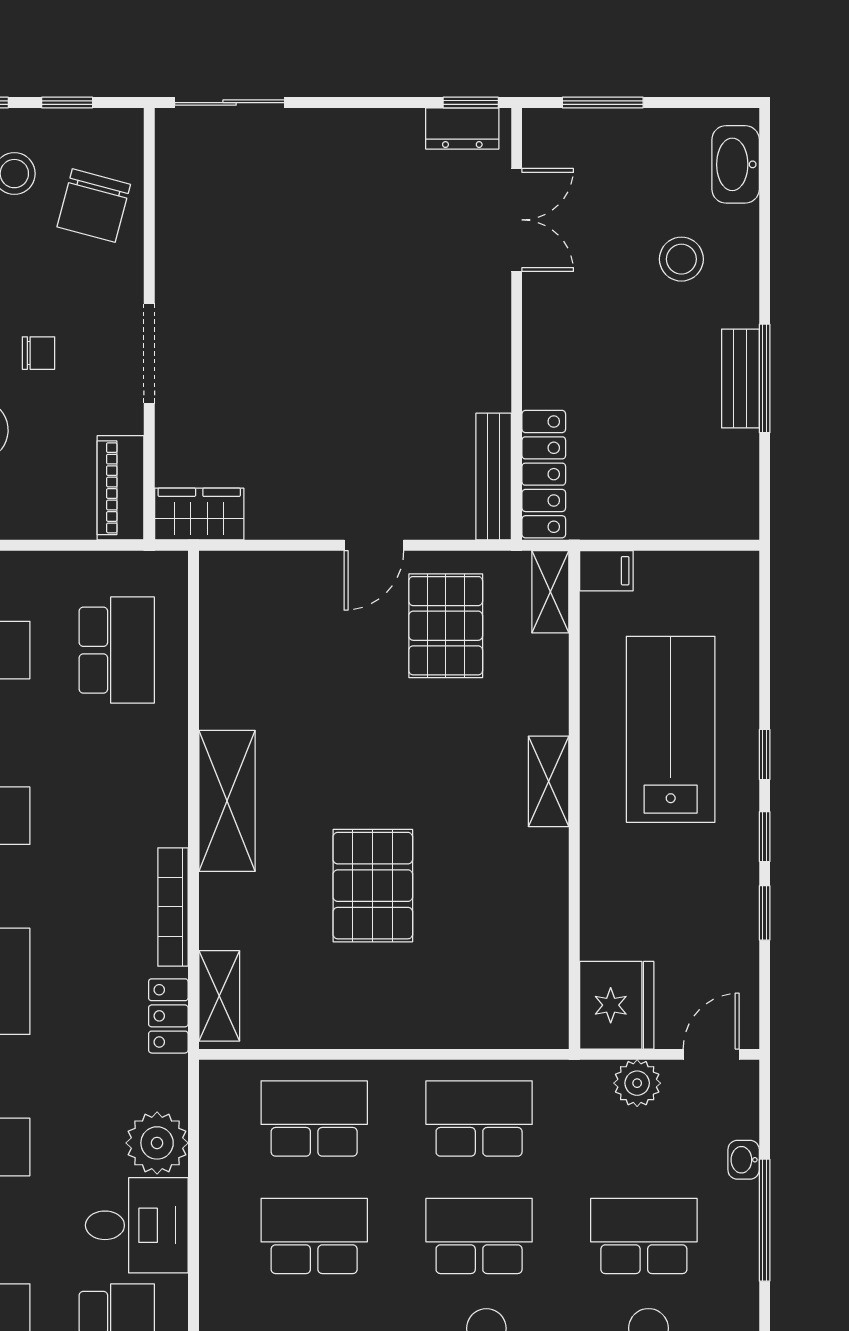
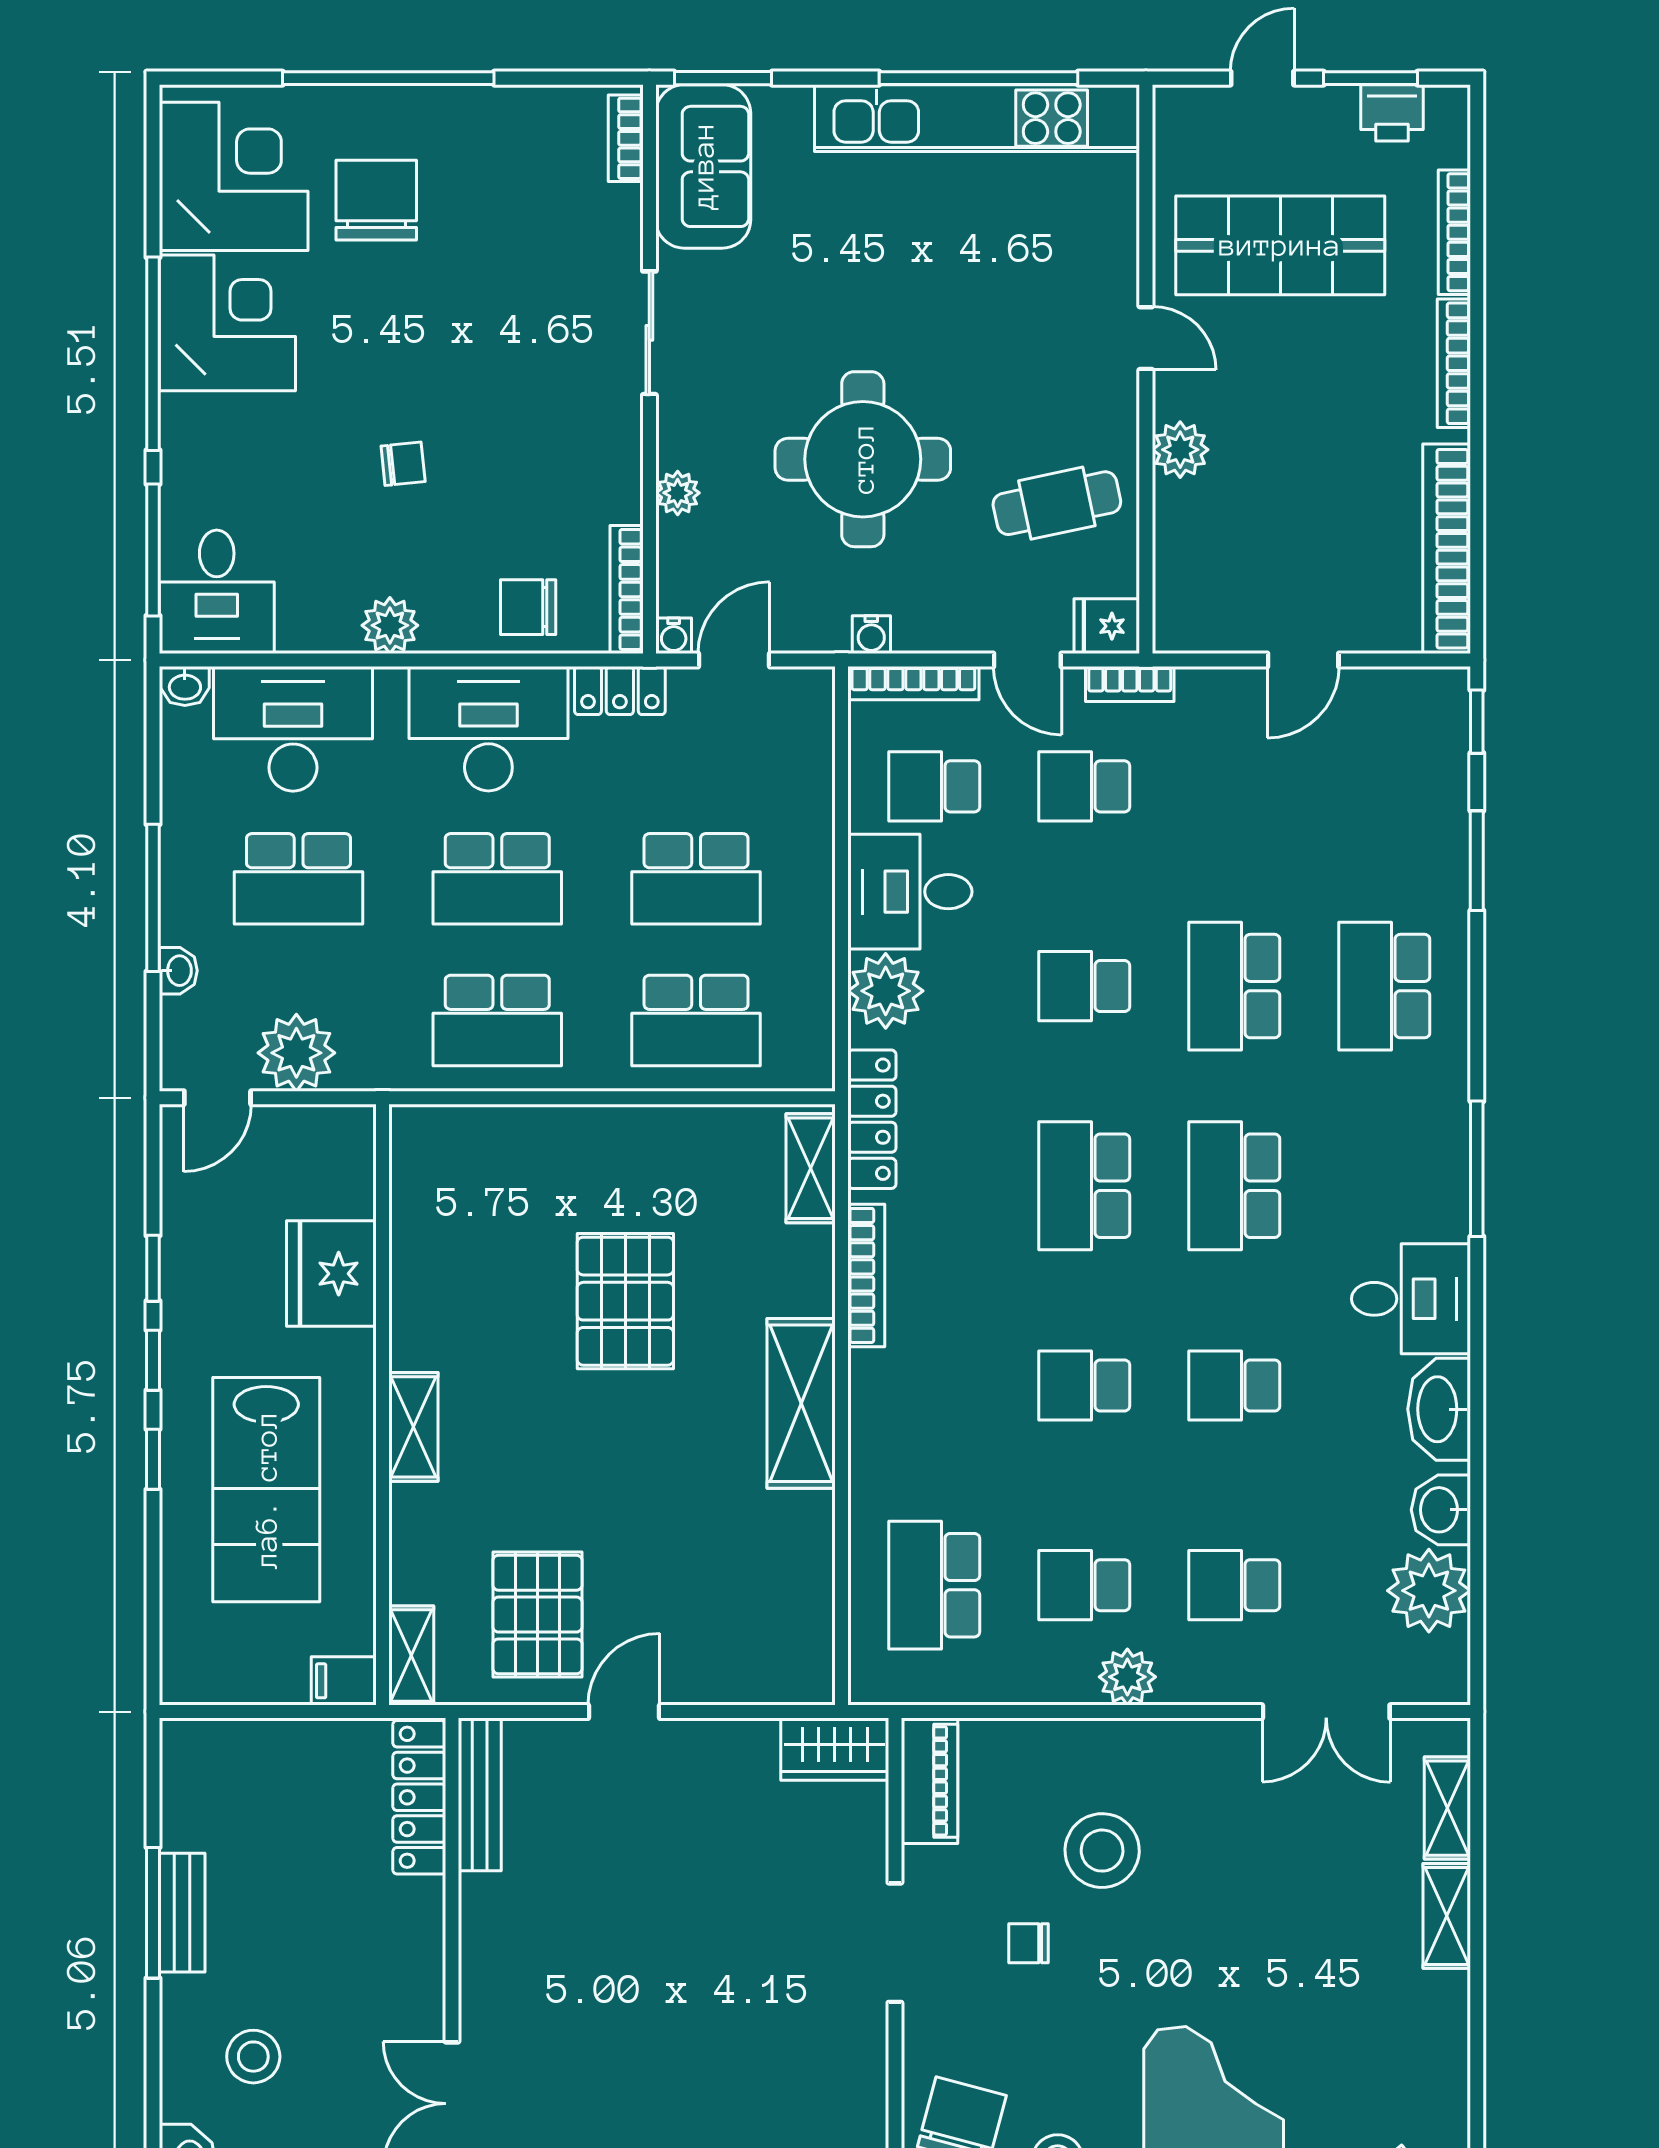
fridge: (617, 1005) -> (331, 1274), moved
locker: (168, 1016) -> (872, 1119), width x1.53
plant: (637, 1083) -> (296, 1053), width x1.36, depth x1.36

